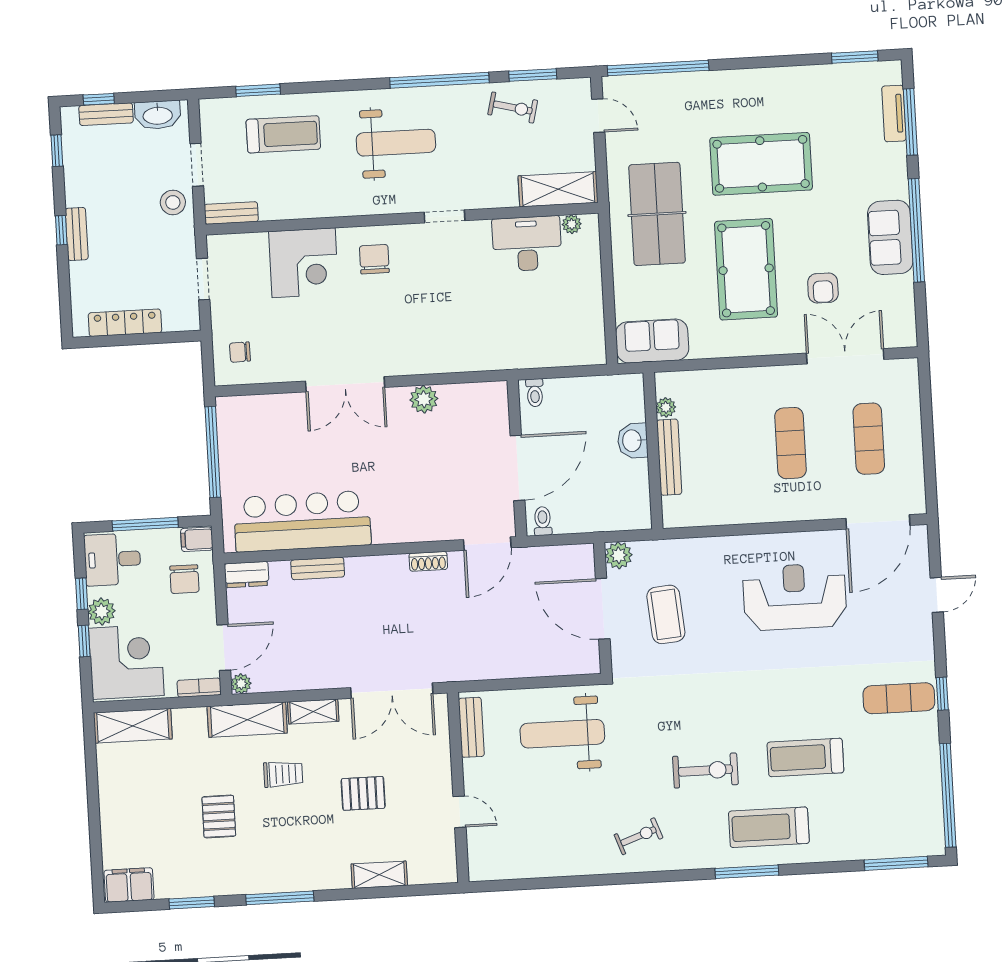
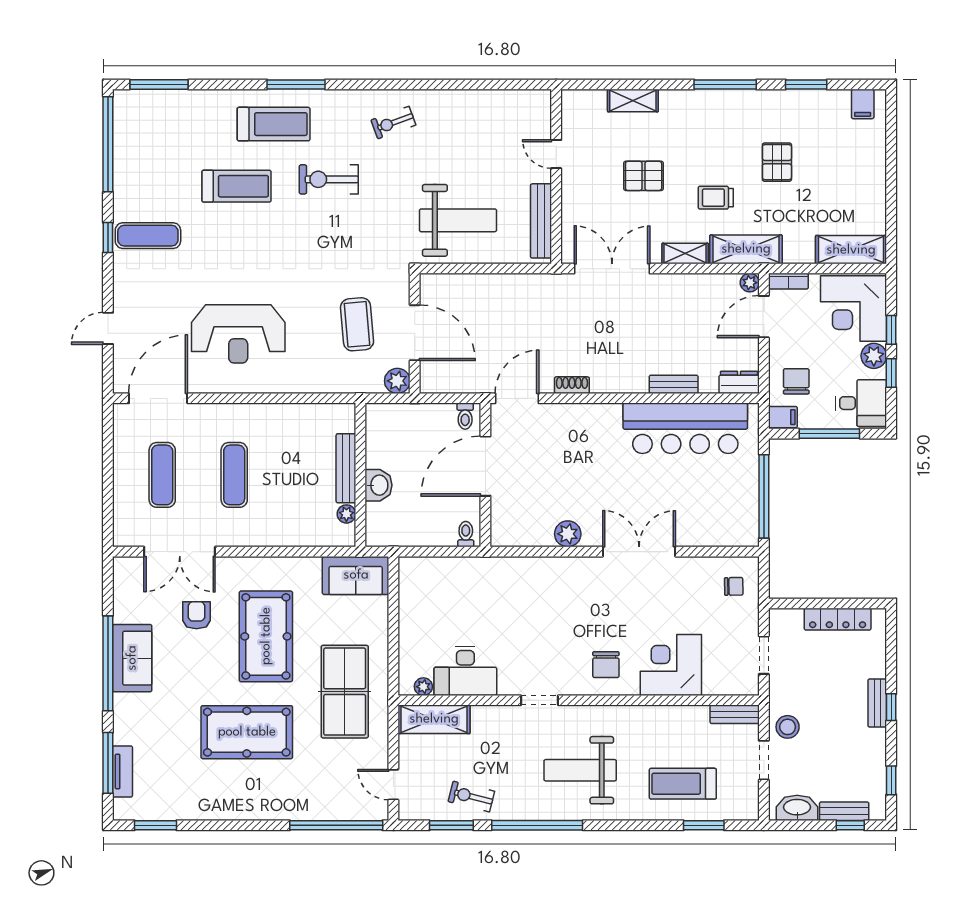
bench: (471, 727) -> (541, 221), width x1.36
filing cabinet: (129, 885) -> (863, 104), width x0.50

